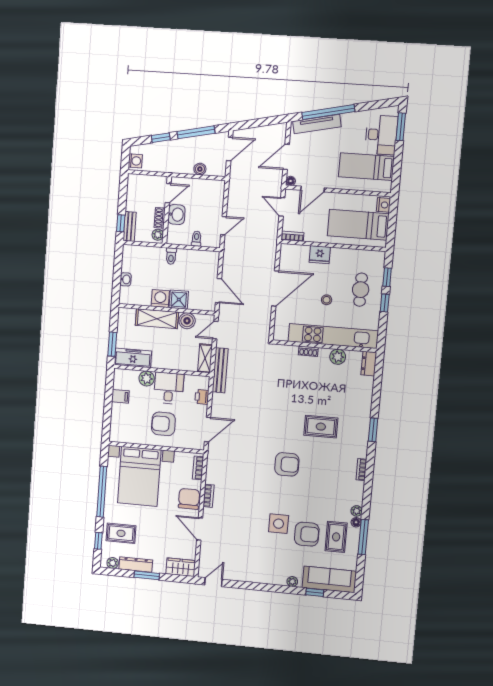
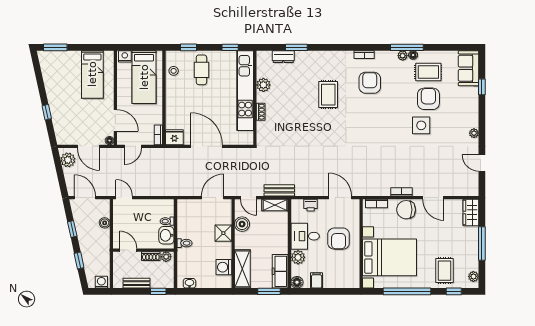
window: (328, 112) -> (47, 112), width x0.32
tv unit: (317, 124) -> (58, 121), removed
window: (196, 132) -> (72, 229), width x0.46
plant: (273, 133) -> (68, 160), added
desk: (381, 135) -> (64, 64), removed
washbasin: (176, 215) -> (166, 235), moved, turned -90
bench: (130, 226) -> (136, 283), moved
door: (224, 226) -> (124, 198), moved
fridge: (320, 255) -> (174, 137), moved, turned -90
washbasin: (126, 279) -> (189, 283), moved
cafe table: (361, 290) -> (201, 70), turned 90
washing machine: (160, 299) -> (224, 267), moved
stool: (327, 300) -> (174, 71), moved
window: (385, 303) -> (230, 47), moved
shelving: (157, 319) -> (242, 269), moved
dresser: (369, 364) -> (283, 57), moved
bench: (220, 370) -> (279, 190), width x0.73
floor lamp: (120, 375) -> (297, 282), added
window: (373, 430) -> (296, 47), moved
armchair: (287, 464) -> (370, 83), moved
door: (200, 529) -> (433, 198), hinge flipped
window: (363, 537) -> (407, 47), moved
dresser: (136, 565) -> (473, 255), removed
window: (147, 575) -> (482, 244), width x1.44
sofa: (329, 579) -> (469, 68), width x0.73
door: (213, 582) -> (482, 163), moved
plant: (292, 582) -> (474, 133), moved

